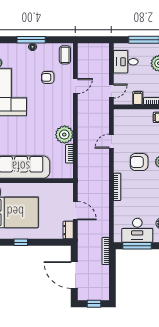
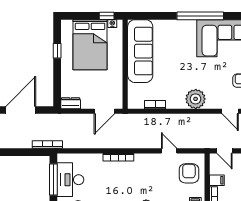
plant: (64, 135) -> (196, 99), moved
armchair: (139, 162) -> (189, 173), moved
door: (75, 211) -> (104, 111), moved

